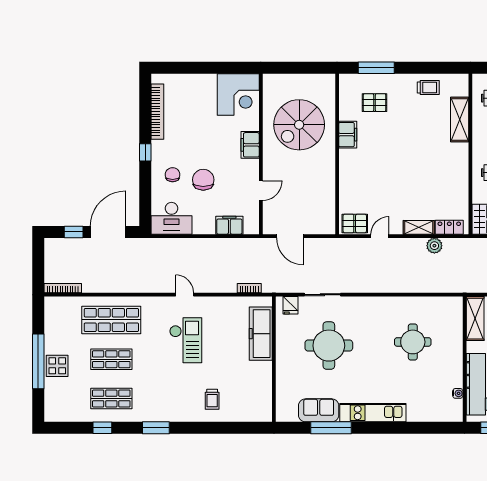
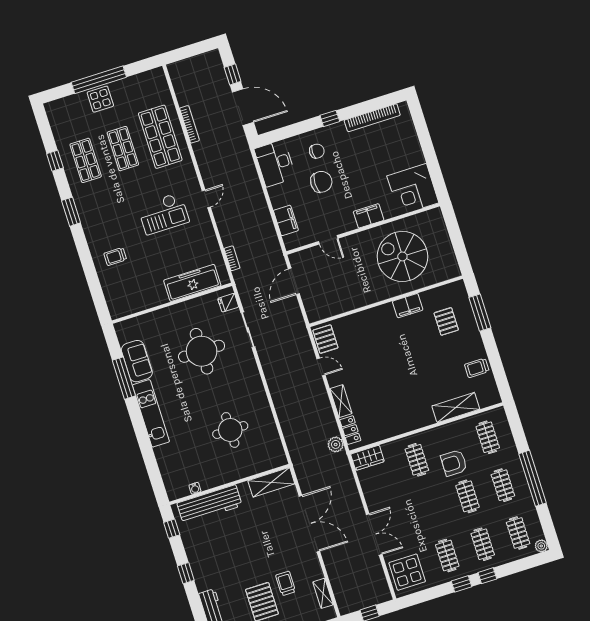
trolley: (428, 88) -> (477, 368), turned 90
plant: (434, 246) -> (336, 444), moved
bookcase: (63, 288) -> (190, 124), moved

